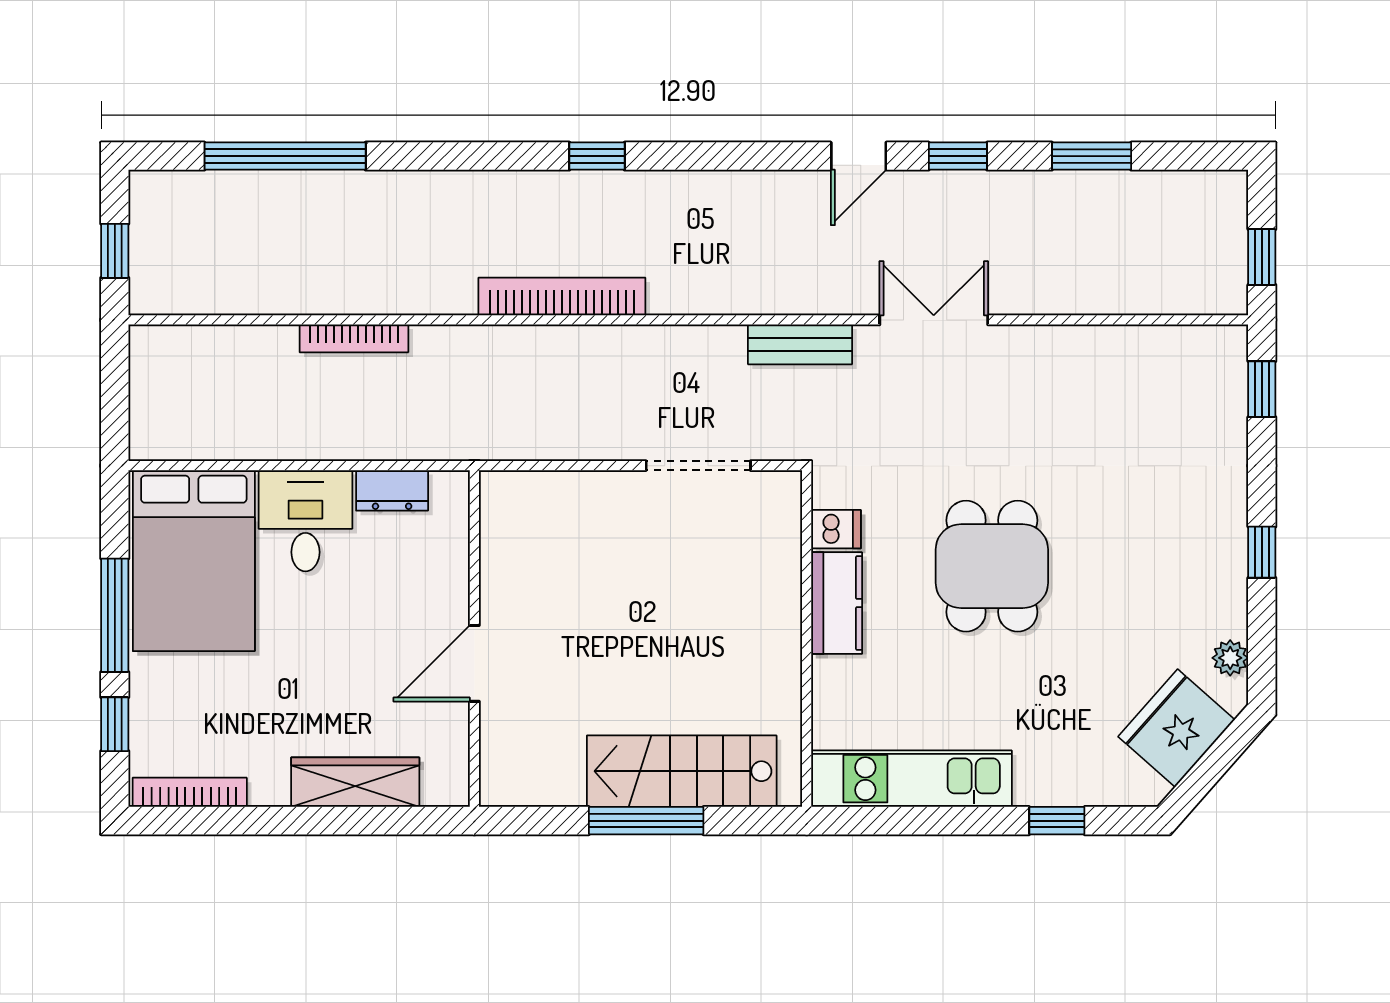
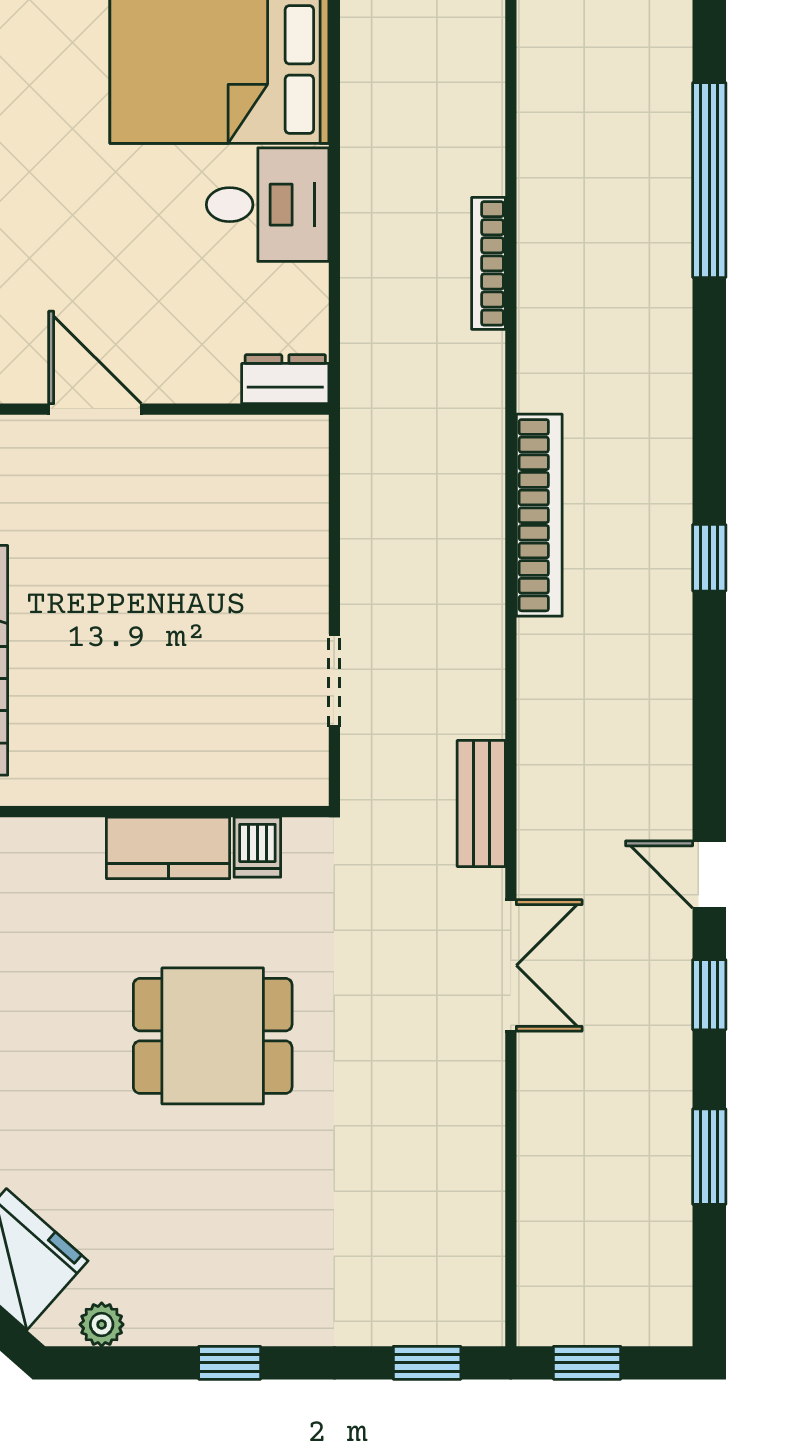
doorway: (698, 466) -> (334, 680), width x0.73
dresser: (392, 490) -> (285, 379), moved, turned 90

